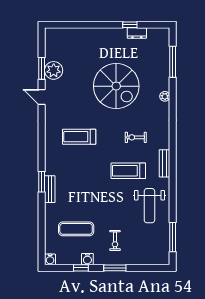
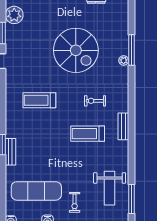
window: (173, 62) -> (131, 50), moved
plant: (54, 70) -> (14, 15), moved
weight bench: (149, 206) -> (110, 188), moved
exercise mat: (76, 229) -> (36, 191), width x1.36, depth x1.45

